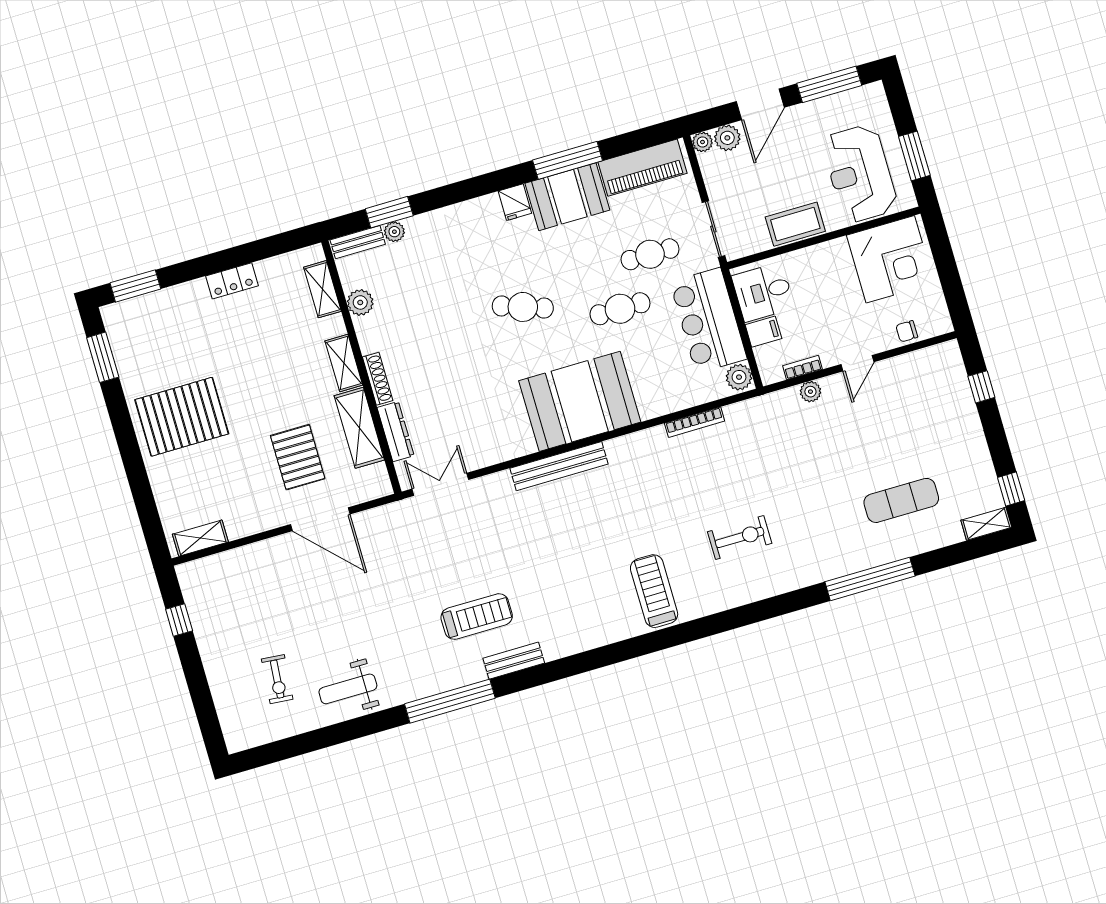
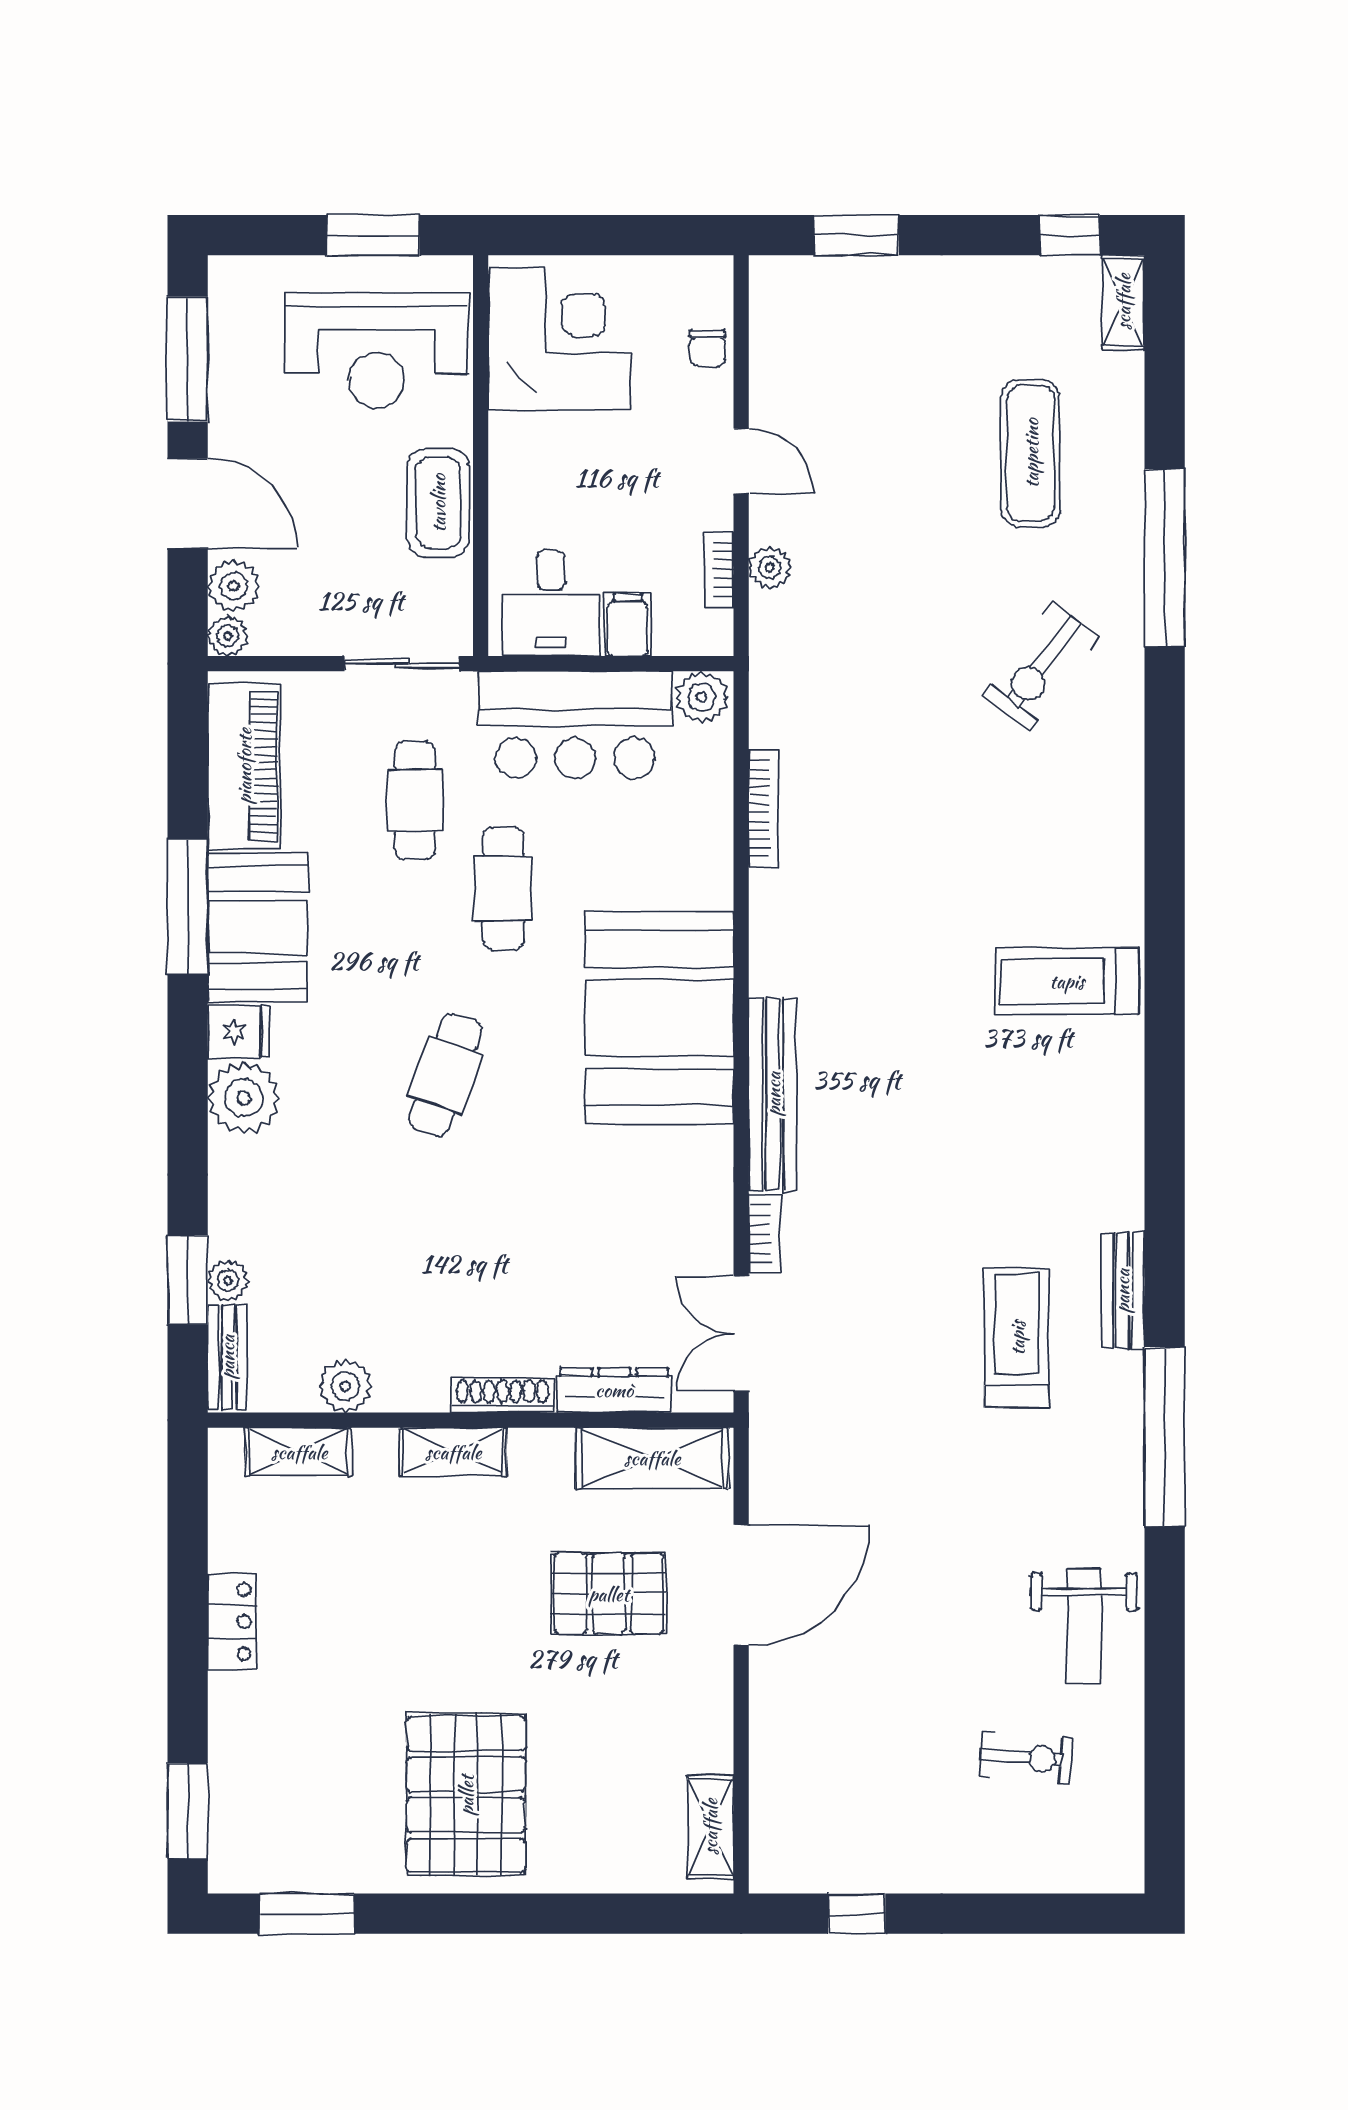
plant: (484, 214) -> (244, 1098), added
window: (981, 387) -> (856, 235), width x1.50
shelving: (359, 428) -> (652, 1458), moved
bookcase: (491, 482) -> (765, 1234), added
exercise bike: (740, 538) -> (1041, 666), moved, turned -143

